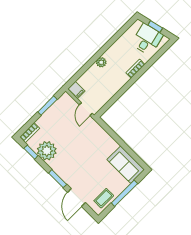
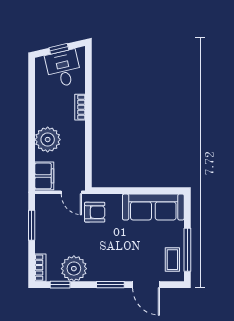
plant: (101, 62) -> (48, 140), width x1.87, depth x1.87
filing cabinet: (76, 90) -> (44, 176), width x2.00
armchair: (88, 132) -> (95, 212), added
sofa: (126, 165) -> (153, 207), width x1.36
window: (124, 193) -> (187, 250), moved

